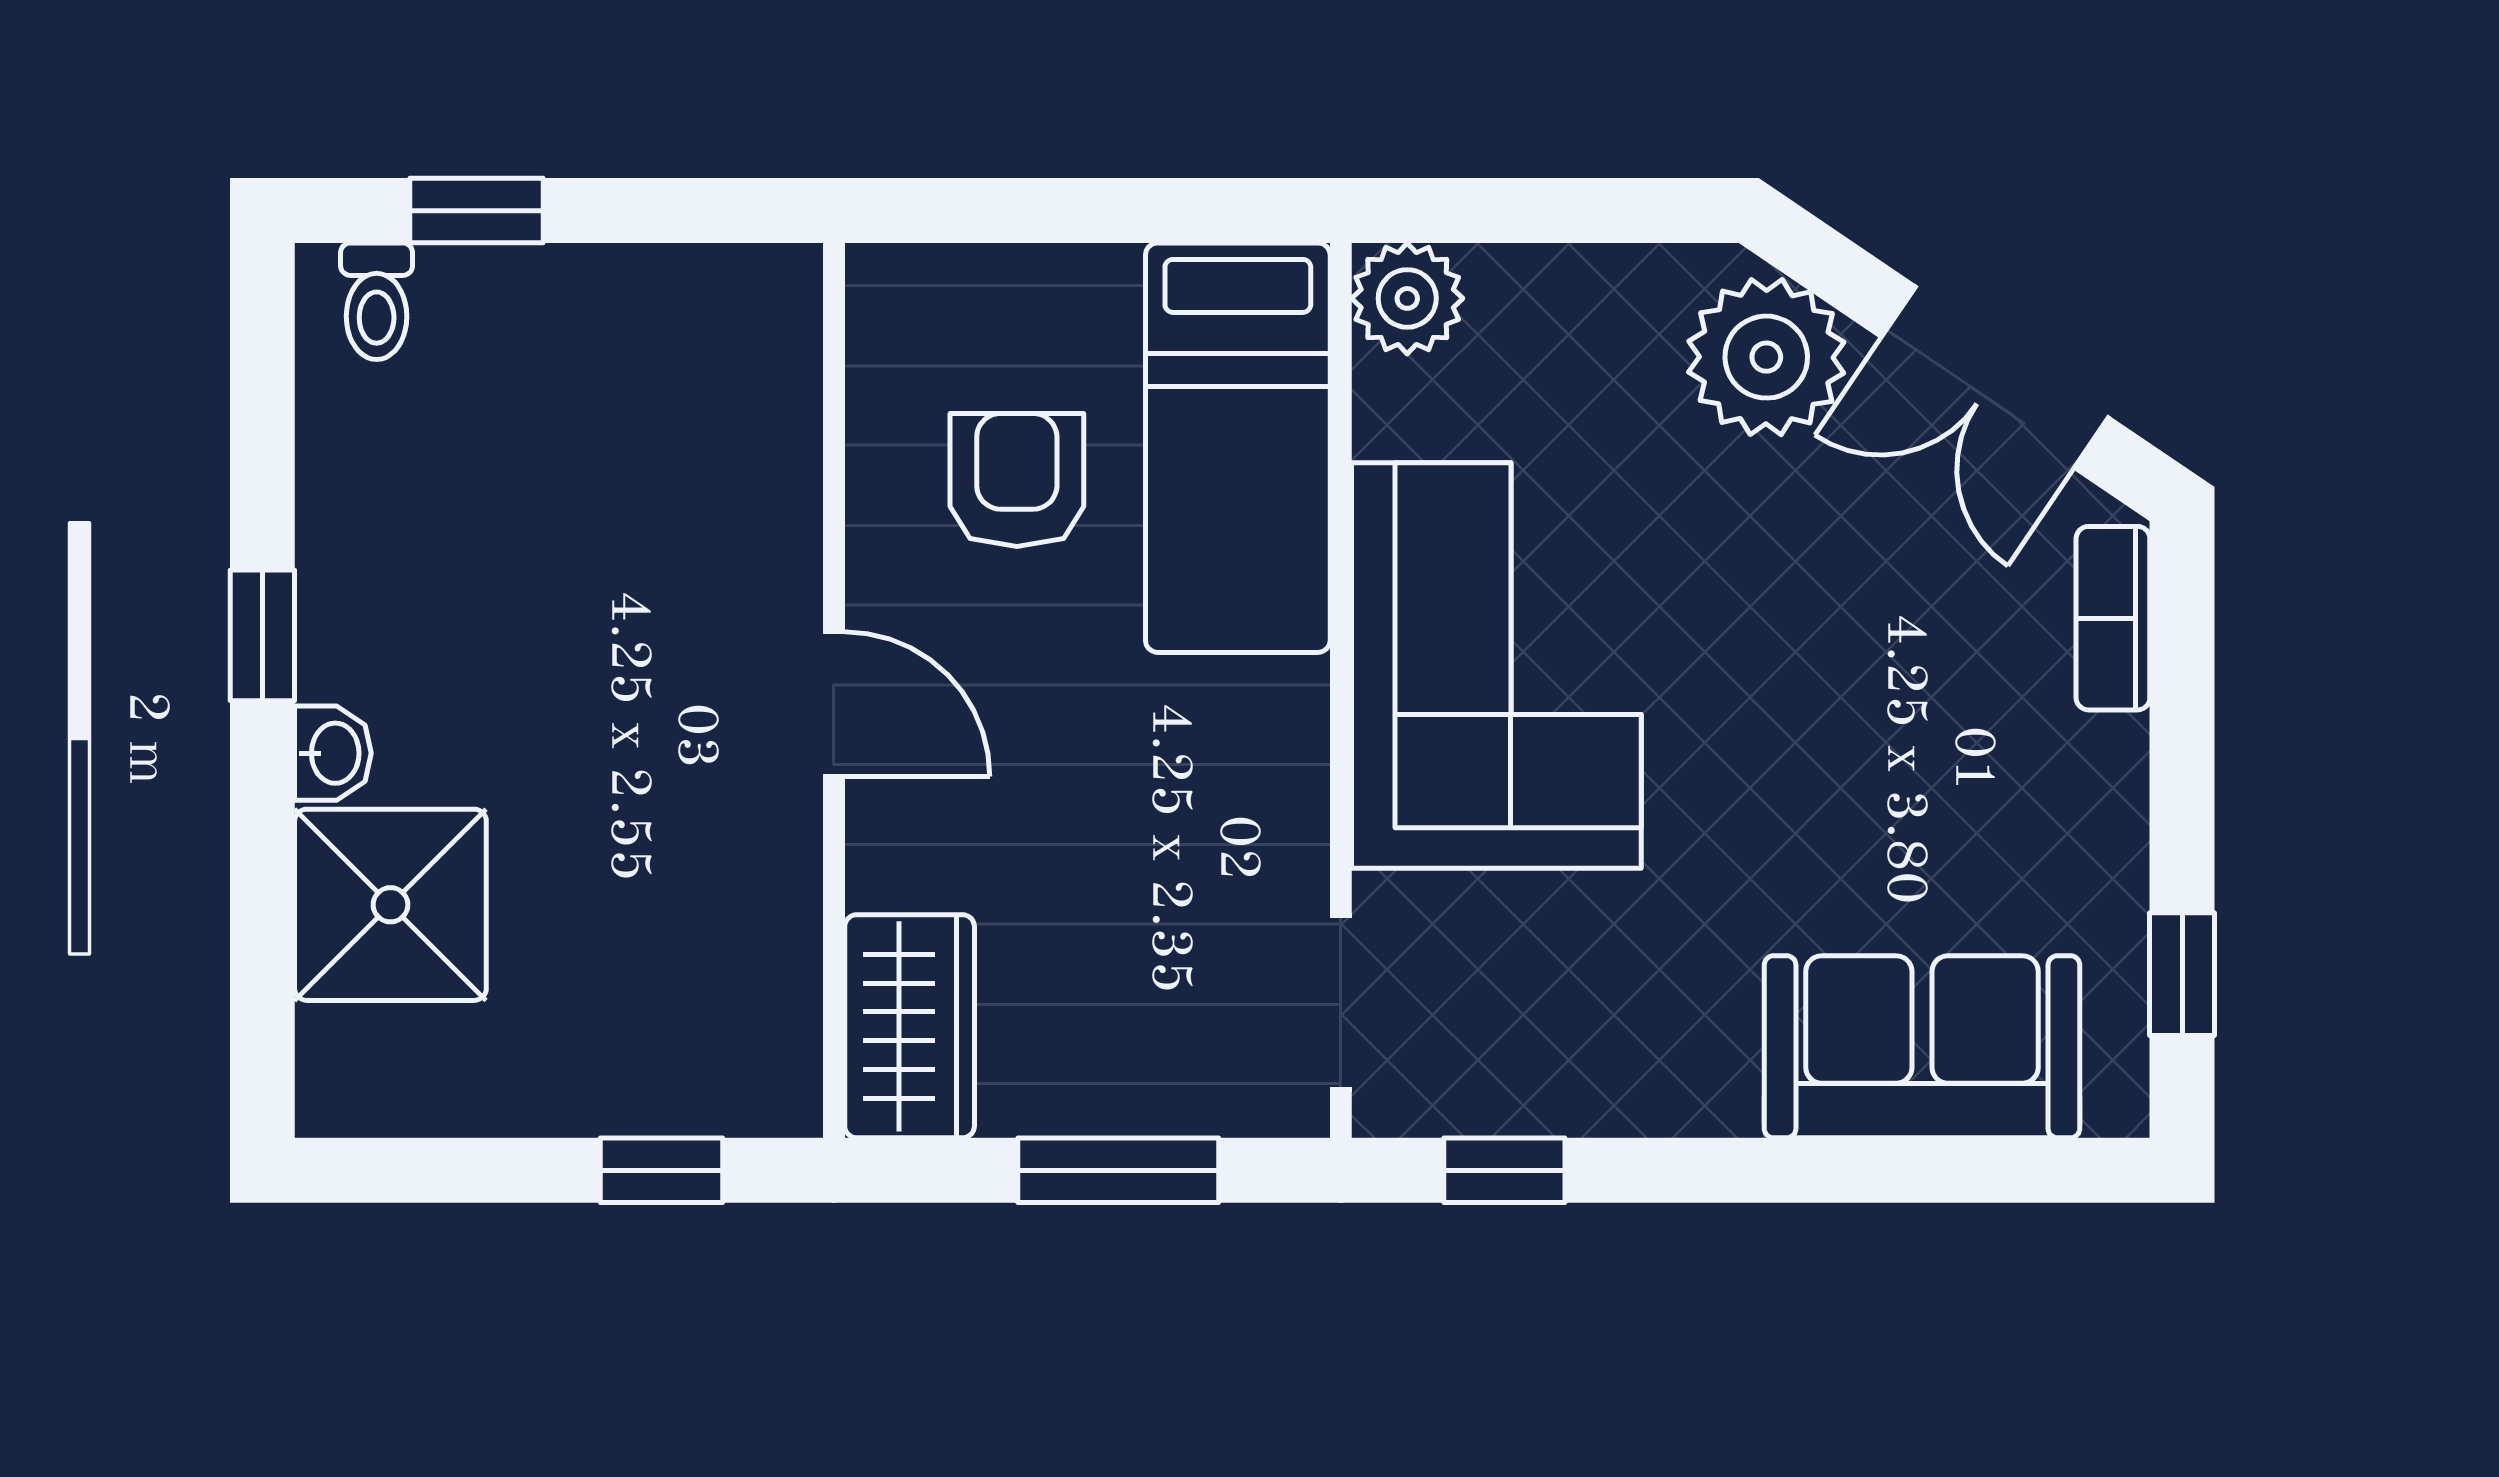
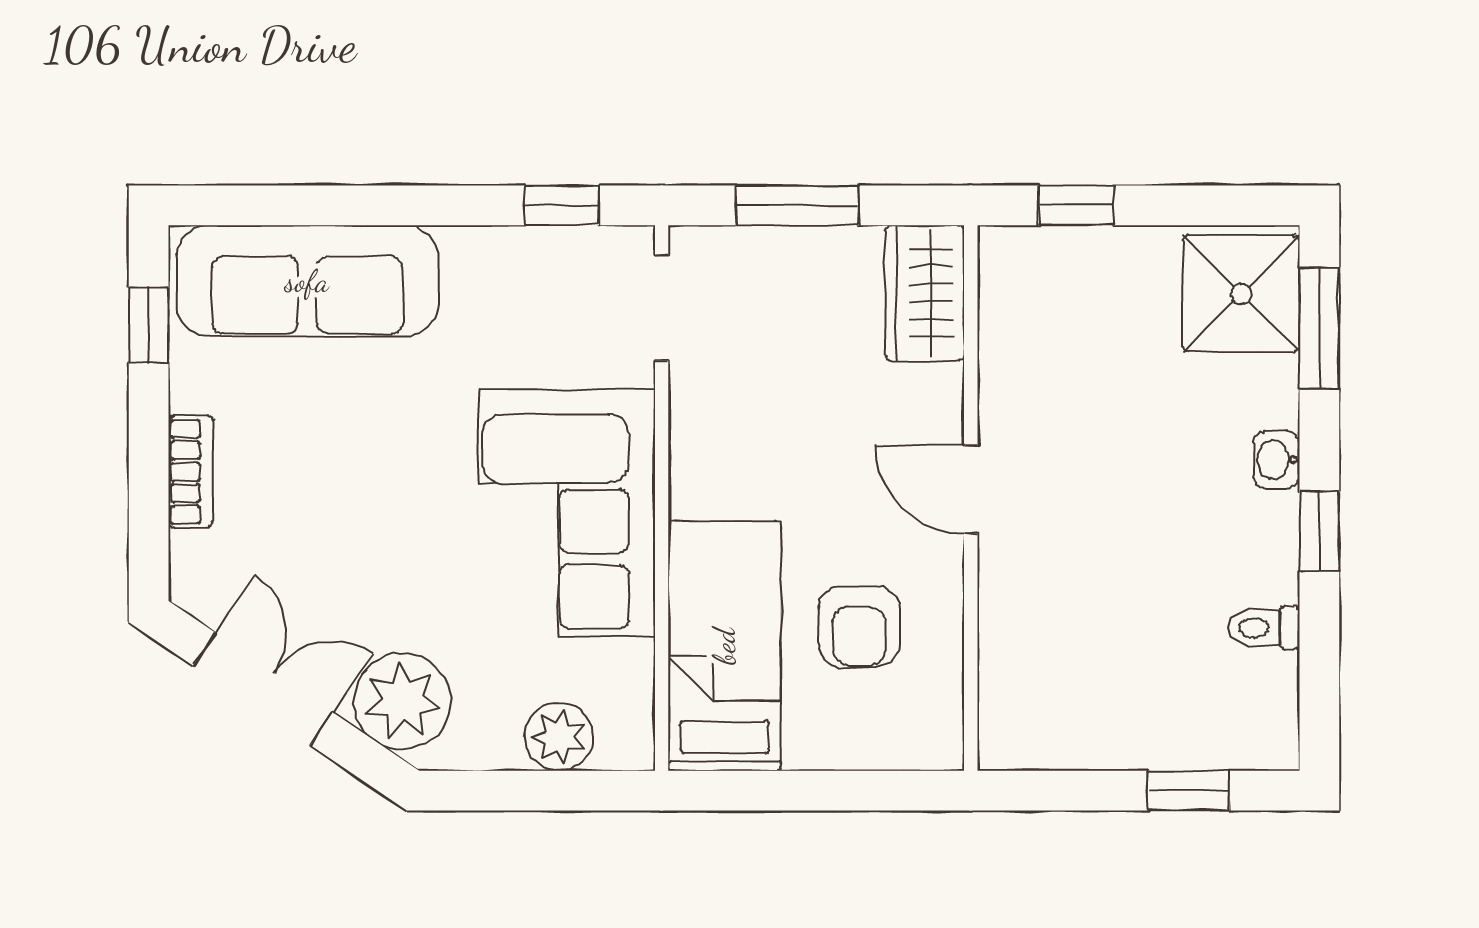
plant: (1407, 298) -> (559, 737), moved
toilet: (377, 301) -> (1264, 628), moved, turned -90
bookcase: (2113, 618) -> (191, 472), moved
shower: (390, 905) -> (1241, 294), moved
window: (262, 968) -> (1319, 329), added
sofa: (1922, 1047) -> (307, 281), width x1.36

